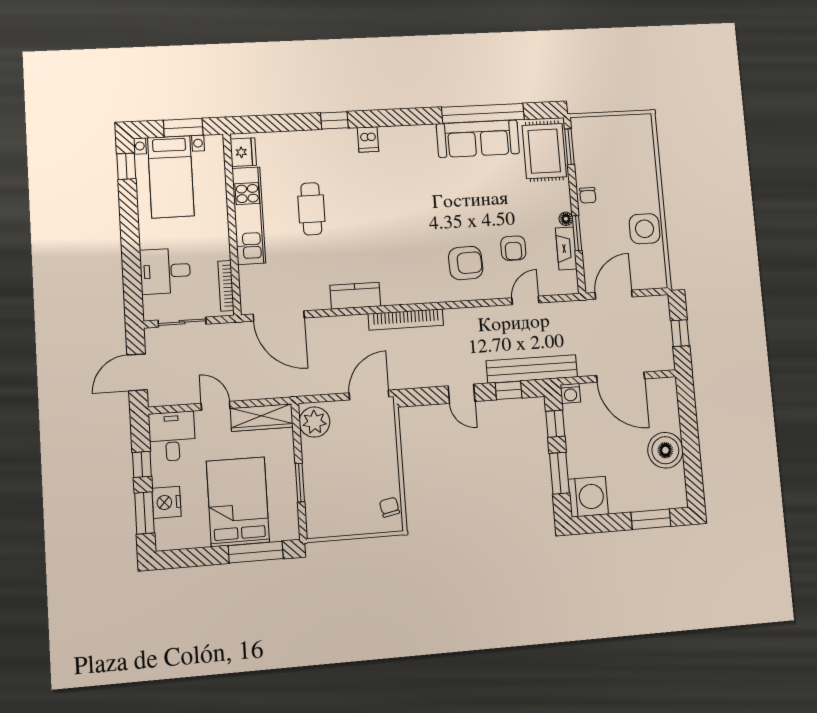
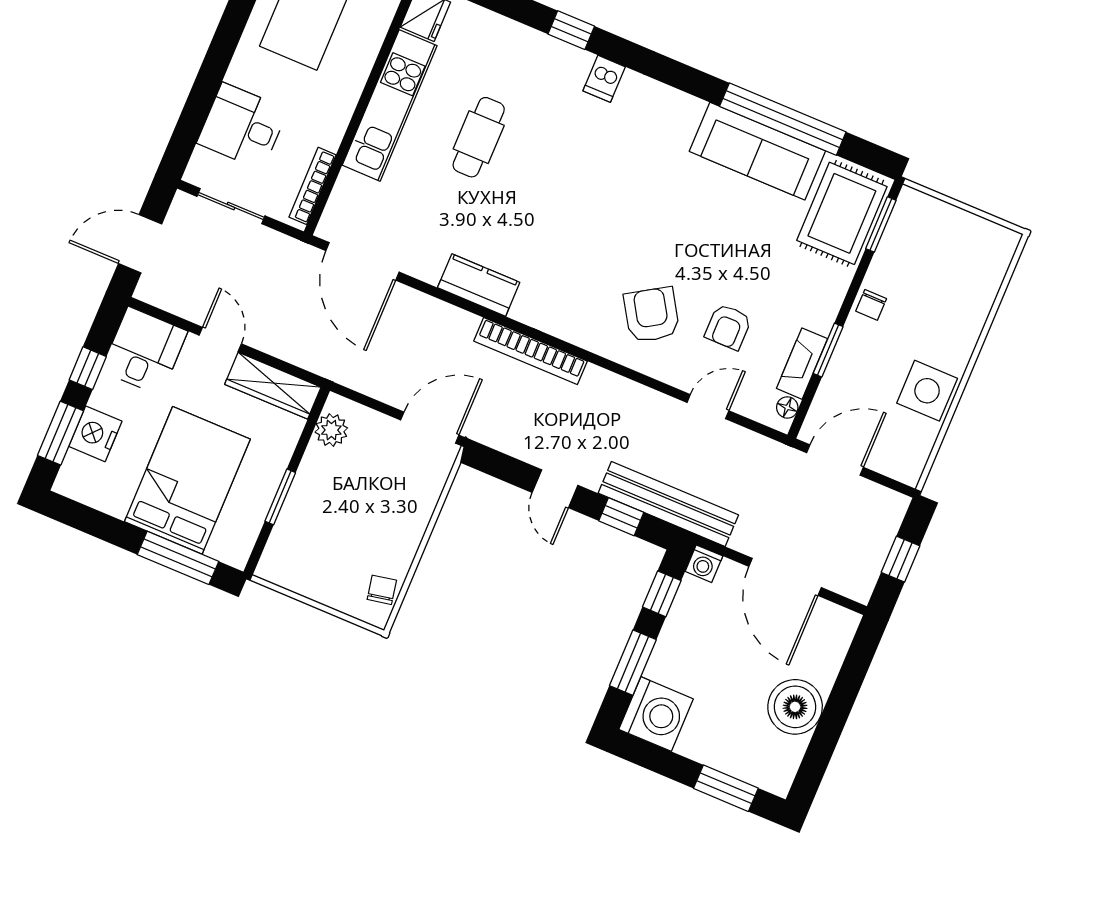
floor lamp: (566, 219) -> (787, 407), moved
armchair: (466, 263) -> (652, 315), turned -120
plant: (314, 422) -> (331, 430), width x0.73, depth x0.73

